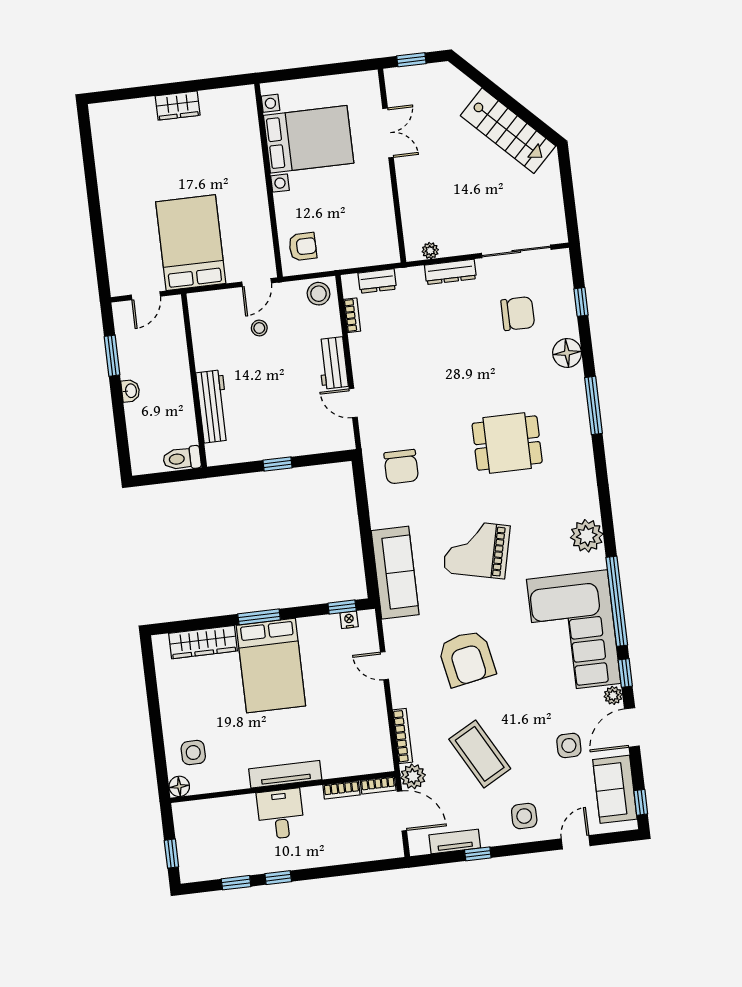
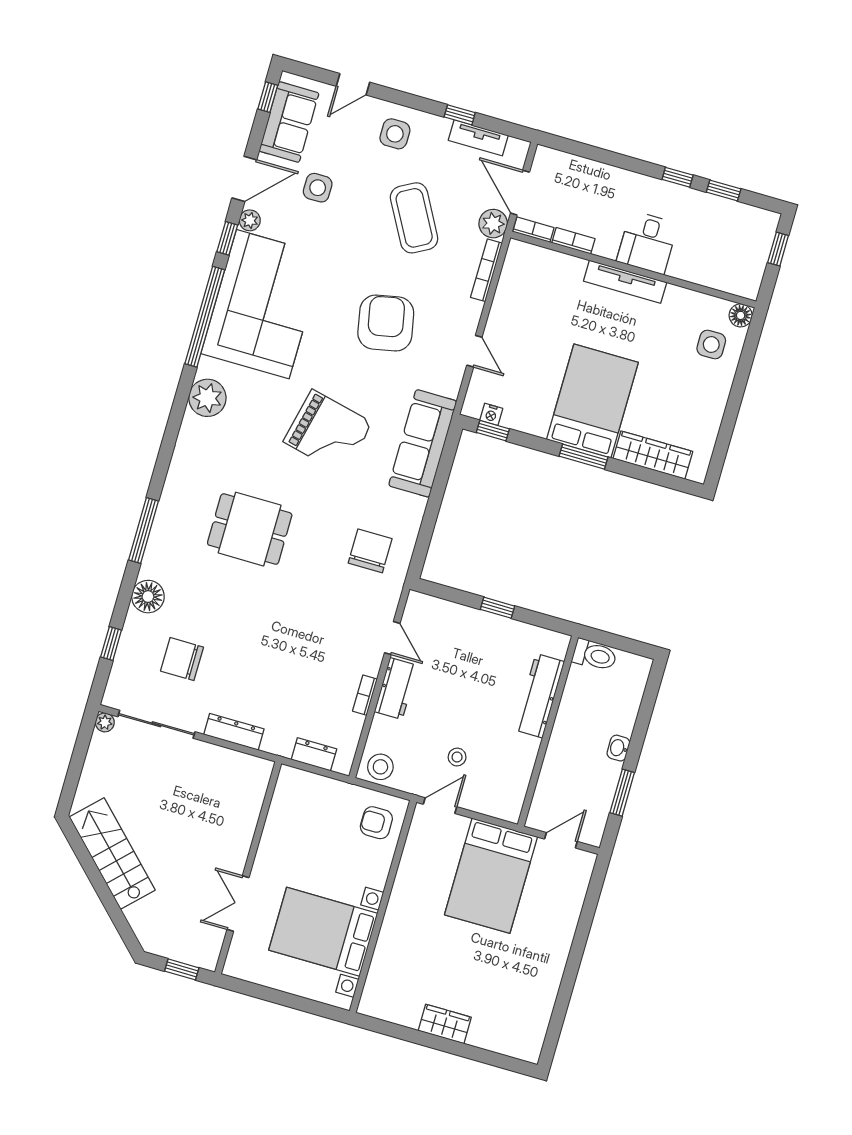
plant: (430, 251) -> (105, 722), moved
bookcase: (352, 315) -> (365, 695), moved

